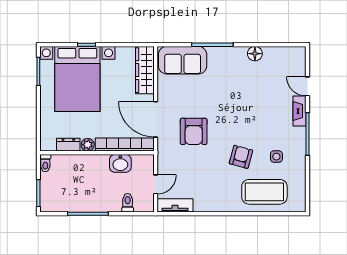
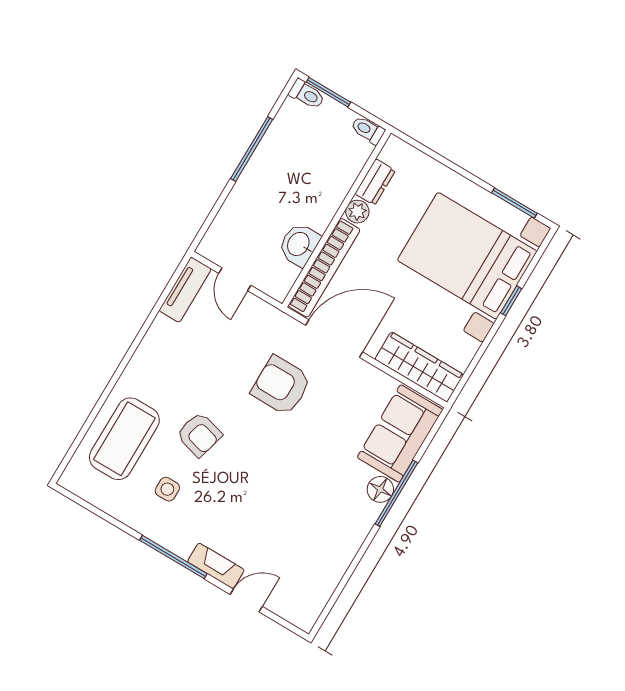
floor lamp: (255, 54) -> (380, 489), moved
toilet: (128, 203) -> (307, 94), moved

